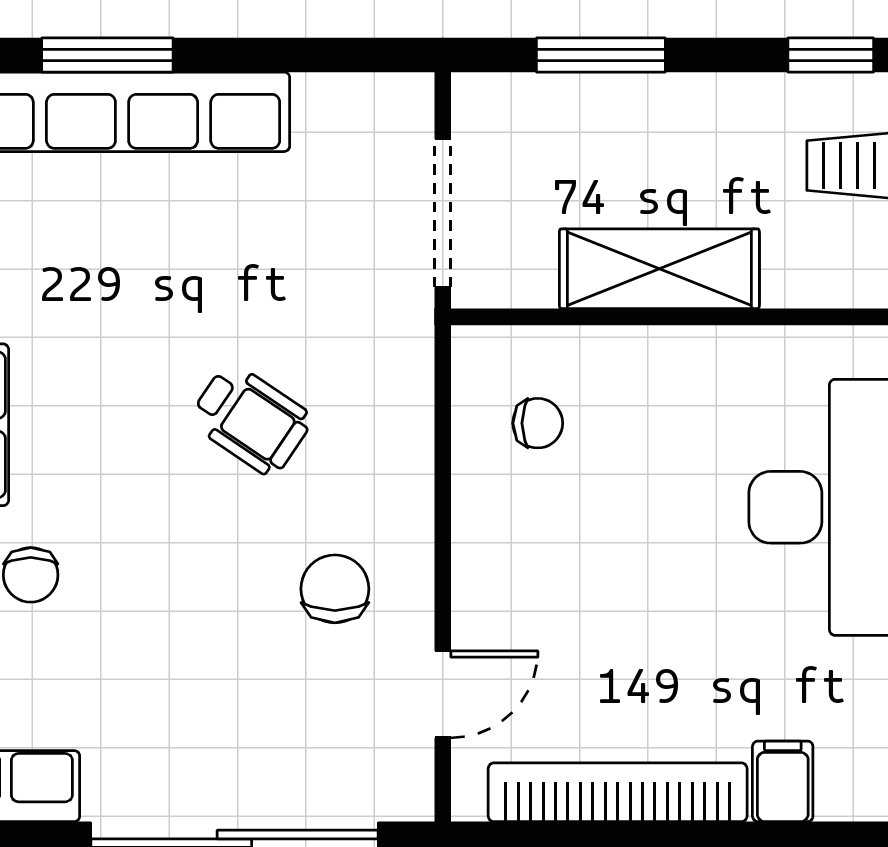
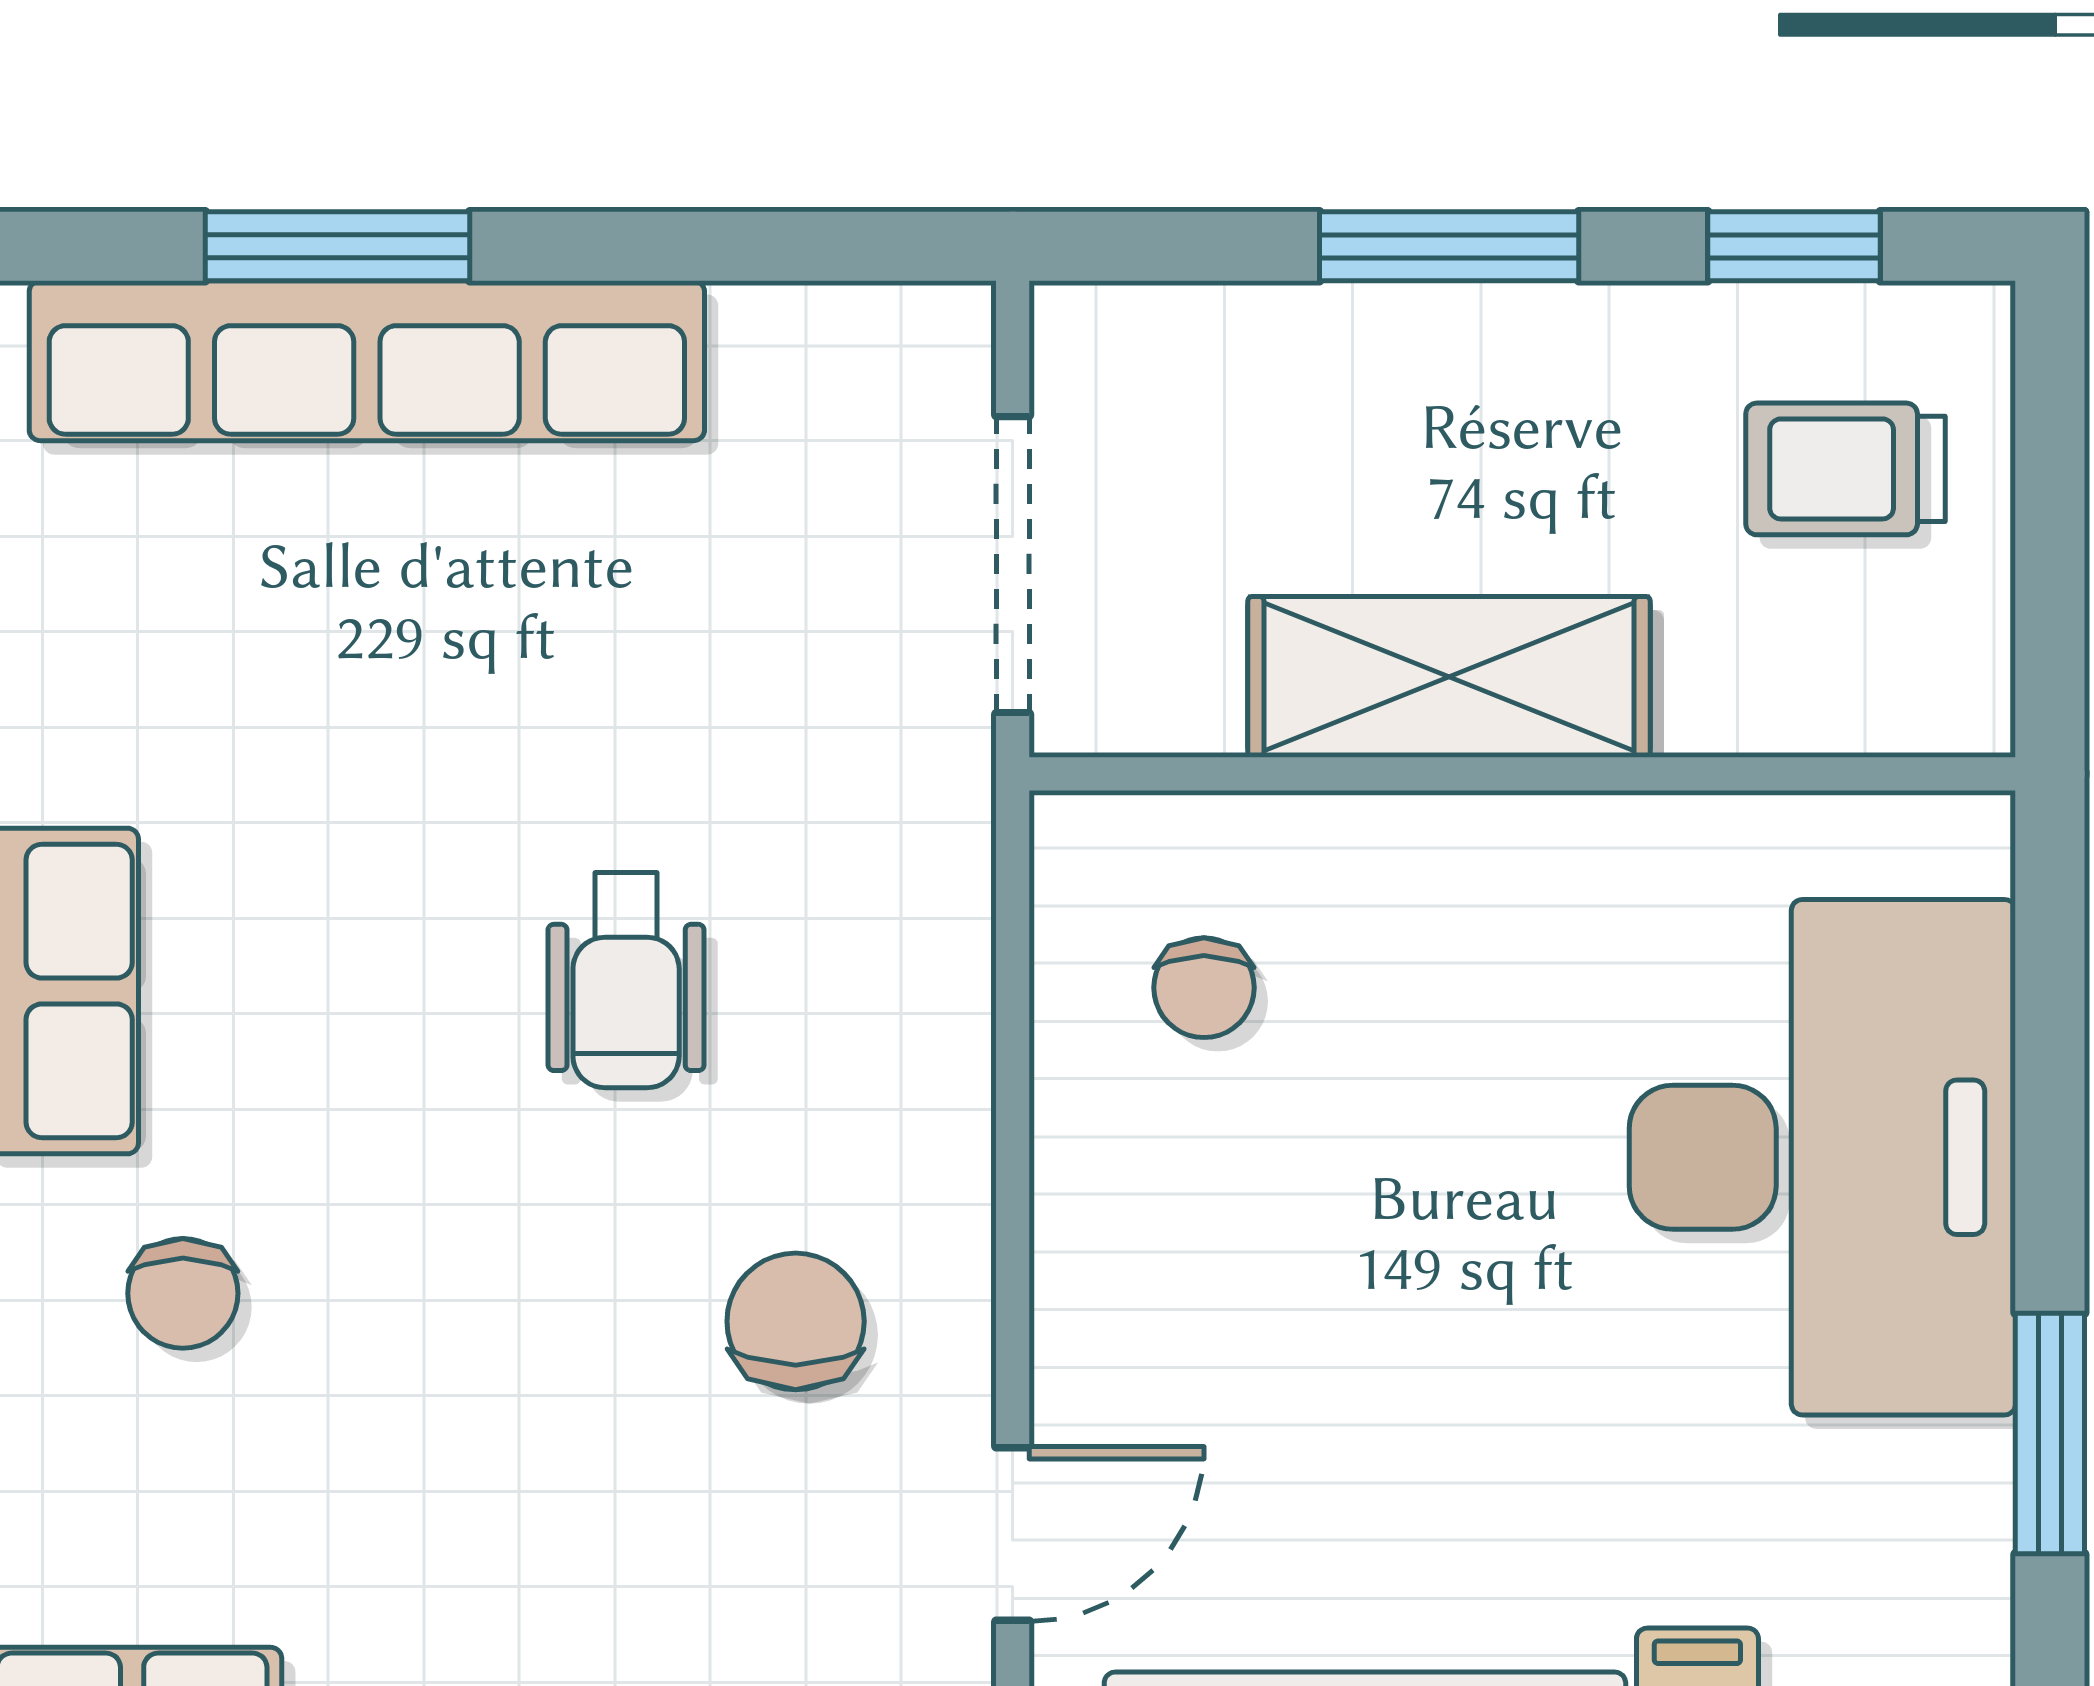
window: (601, 55) -> (1449, 246), moved
wheelchair: (251, 419) -> (626, 980), turned 56
chair: (538, 423) -> (1204, 988), turned 90

